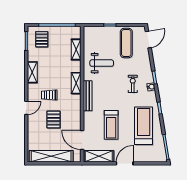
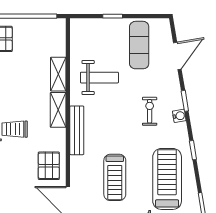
door: (148, 40) -> (177, 56), moved
shelving: (76, 50) -> (58, 74), moved
pallet: (53, 120) -> (49, 166), moved

